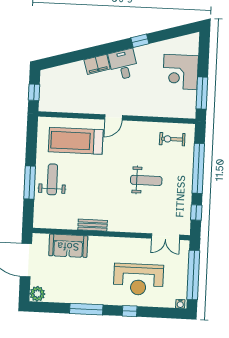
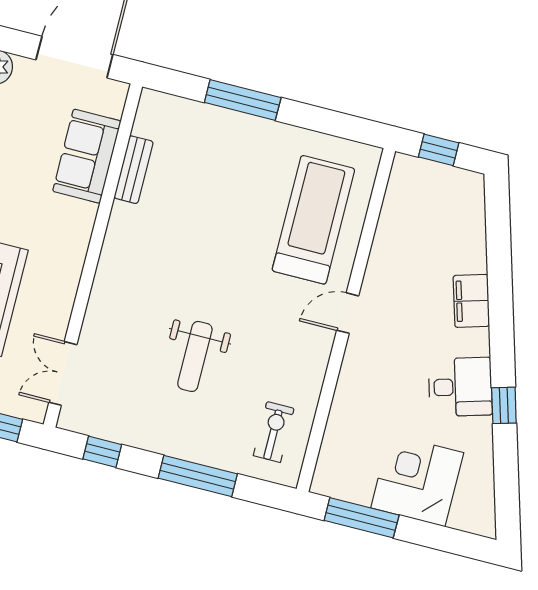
desk: (123, 64) -> (460, 387), moved
door: (113, 117) -> (348, 313), hinge flipped
window: (198, 168) -> (198, 476), width x0.68
weight bench: (52, 179) -> (239, 151), removed
bench: (93, 225) -> (134, 170), moved

